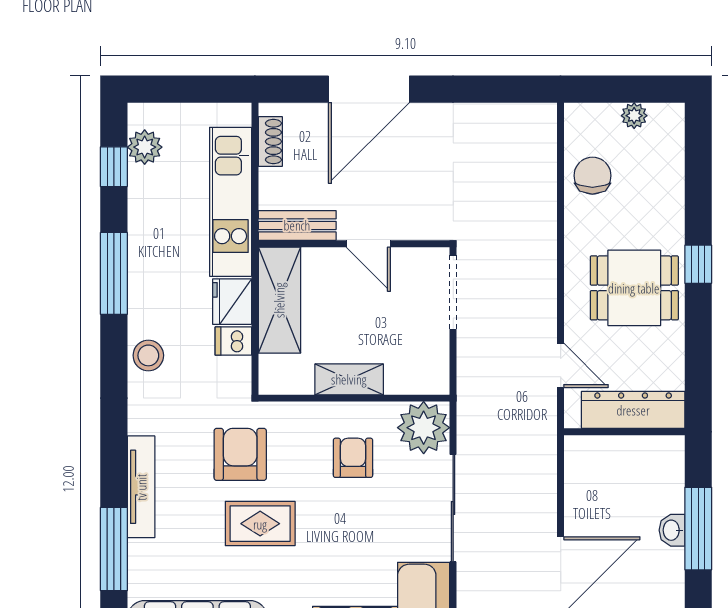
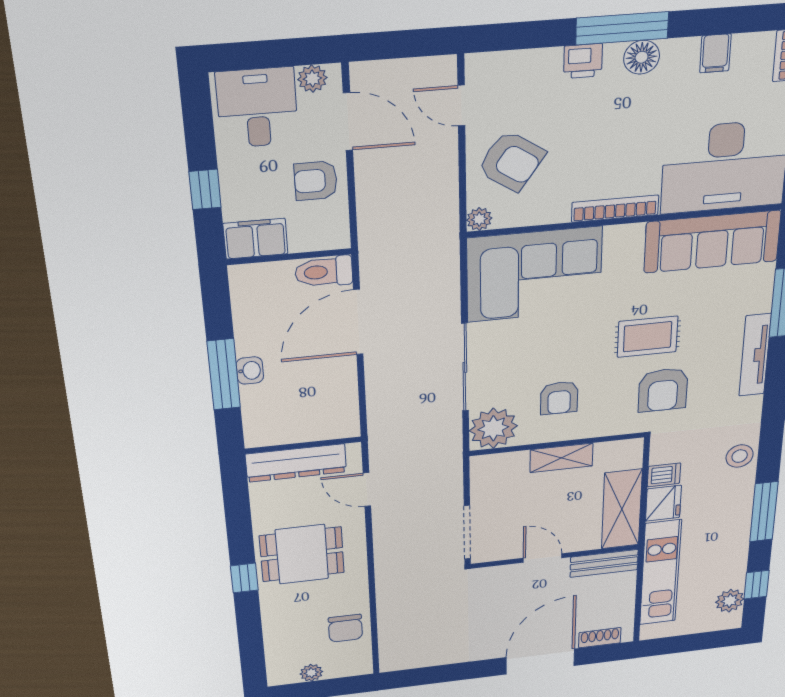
shoe rack: (270, 141) -> (600, 638), moved, turned 90

